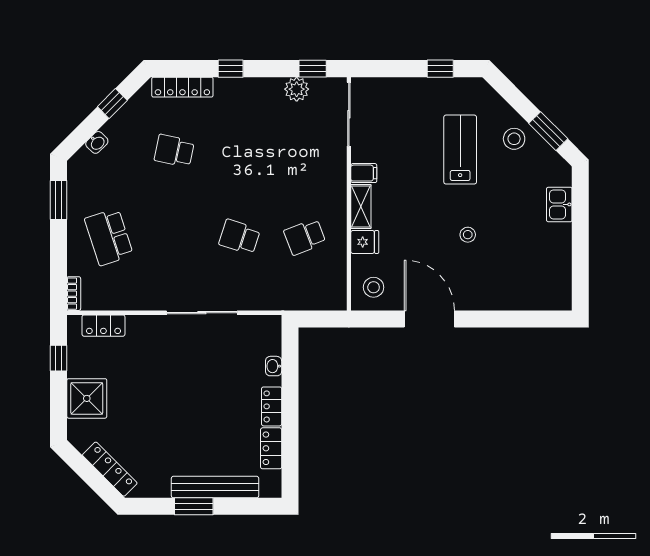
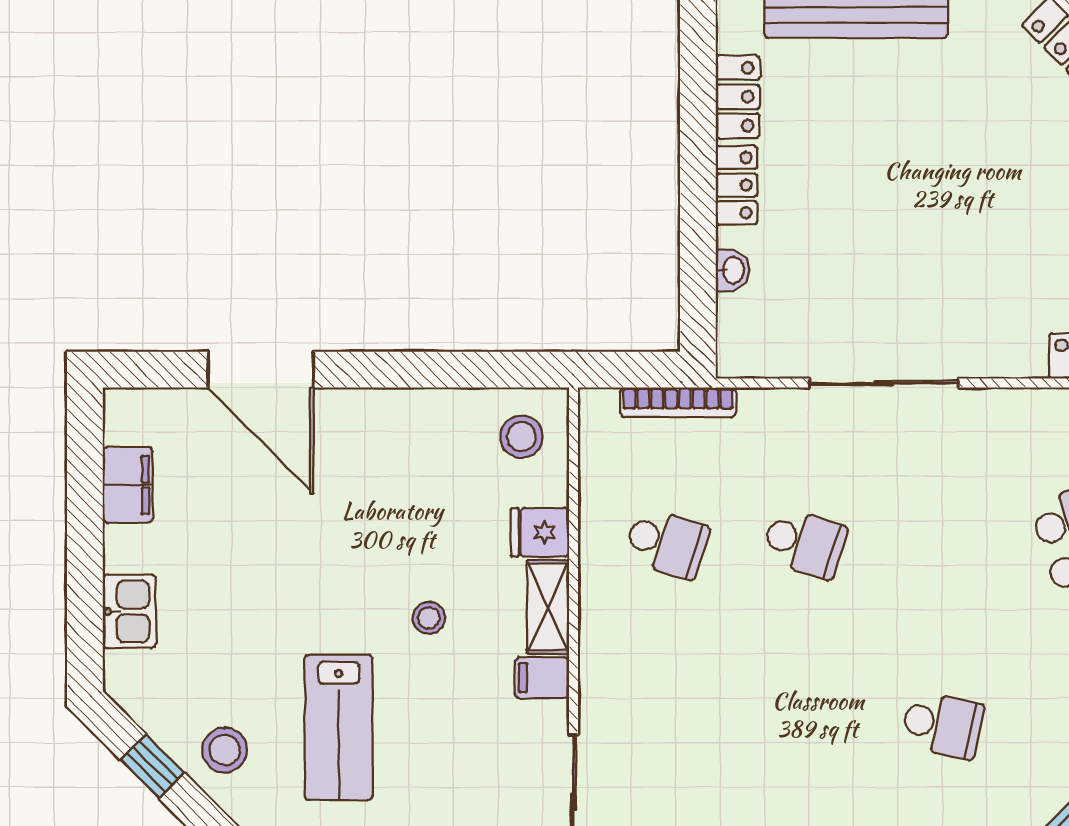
window: (548, 131) -> (153, 766), width x0.67
stool: (468, 235) -> (429, 618), moved
school desk: (305, 237) -> (667, 543), turned 39
filing cabinet: (560, 264) -> (128, 485), added
bookcase: (299, 304) -> (678, 402), added
door: (429, 319) -> (261, 370), moved

